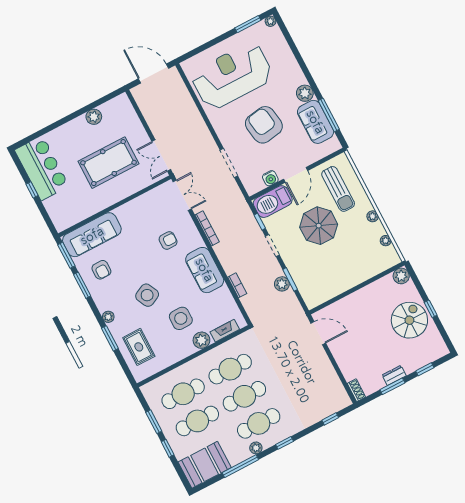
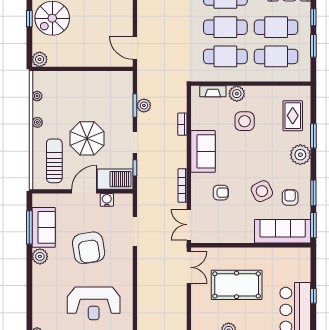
reception desk: (232, 76) -> (94, 303), width x0.74, depth x0.77
armchair: (168, 241) -> (221, 193), turned 180
side table: (147, 295) -> (262, 191), moved
plant: (108, 317) -> (300, 155), width x1.88, depth x1.88

